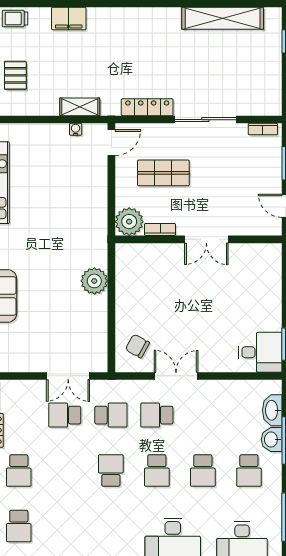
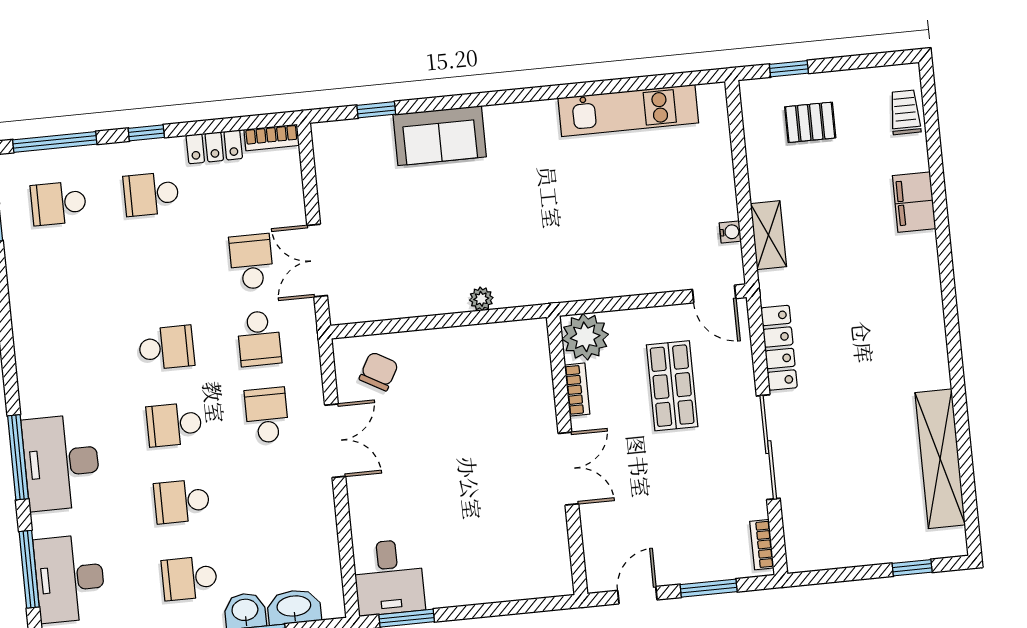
double door: (206, 239) -> (568, 469), swing flipped
plant: (94, 281) -> (481, 299), width x0.53, depth x0.53

